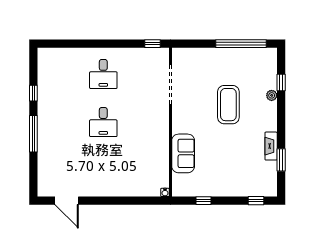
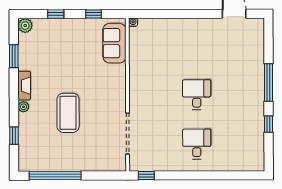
plant: (272, 95) -> (23, 107), moved
fireplace: (271, 146) -> (24, 86), moved
sofa: (183, 153) -> (114, 43), moved
plant: (270, 190) -> (25, 26), added
window: (256, 201) -> (56, 14), moved

